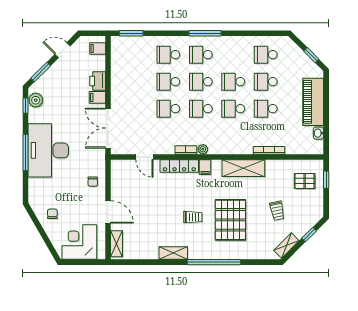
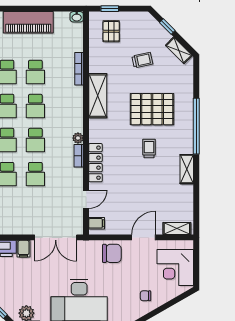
washbasin: (318, 133) -> (77, 17), moved
filing cabinet: (205, 167) -> (97, 223), moved
chair: (93, 182) -> (112, 253), width x1.87, depth x1.87

